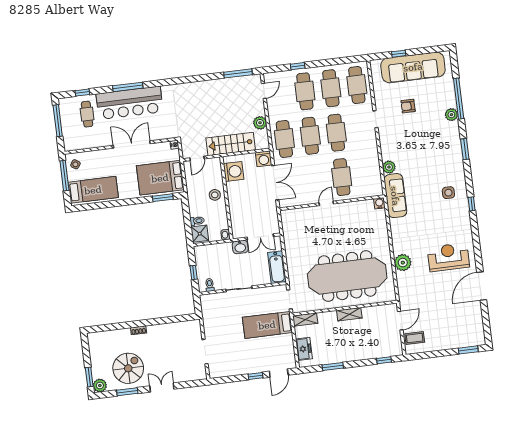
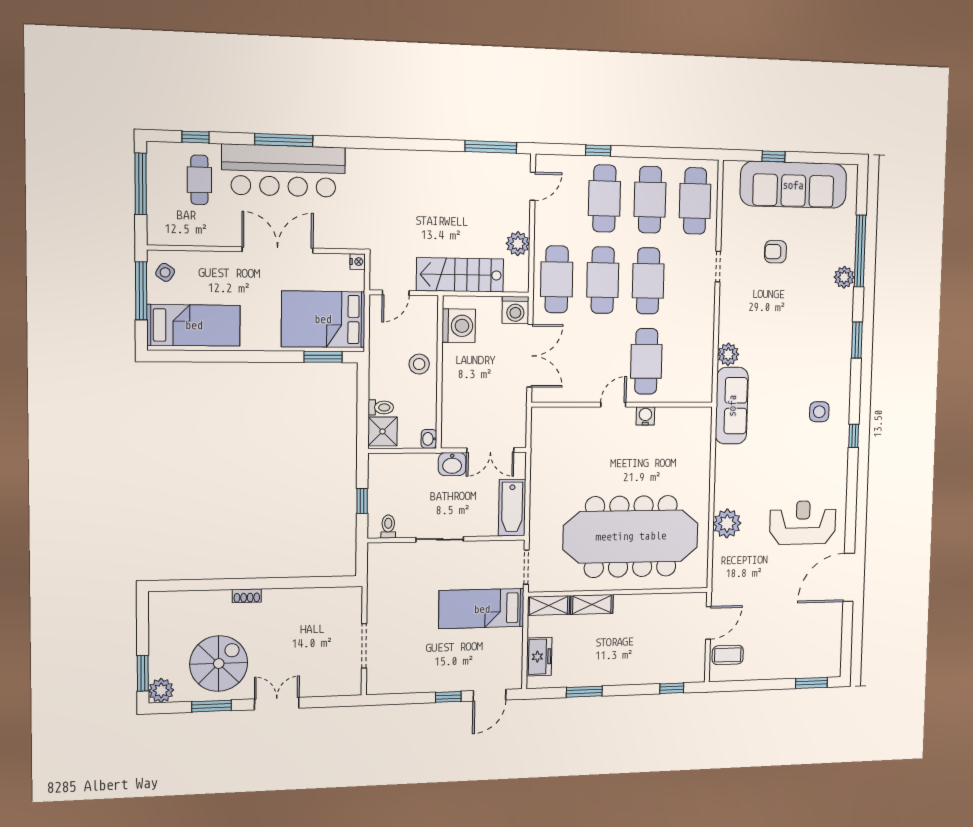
water cooler: (379, 203) -> (645, 416), moved
shelving: (349, 314) -> (592, 604), moved

